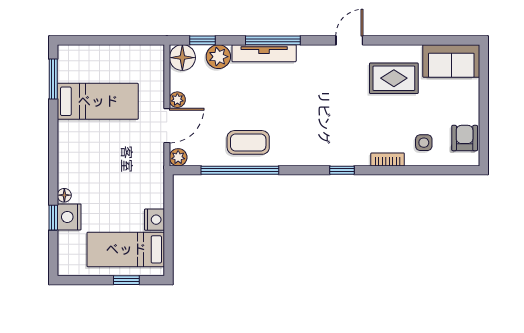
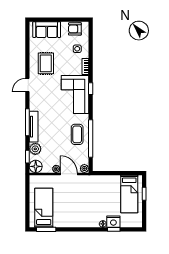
door: (349, 40) -> (27, 85), hinge flipped
sofa: (451, 61) -> (47, 30), moved, turned 90
bed: (98, 101) -> (44, 208), moved
corner sofa: (330, 138) -> (75, 95), added
nightstand: (155, 220) -> (115, 180), removed

